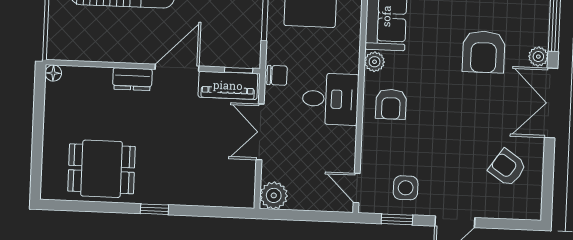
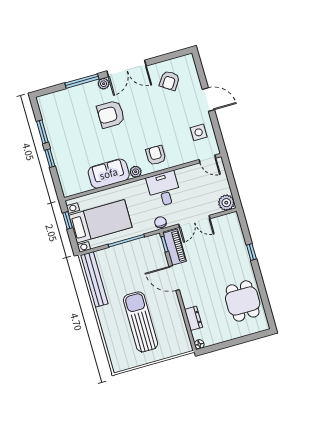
armchair: (484, 52) -> (111, 114), turned 180
dresser: (132, 79) -> (193, 318), moved
armchair: (391, 104) -> (156, 155), turned -90
door: (357, 188) -> (207, 159), hinge flipped
window: (154, 209) -> (251, 252), moved
window: (397, 219) -> (217, 131), removed

